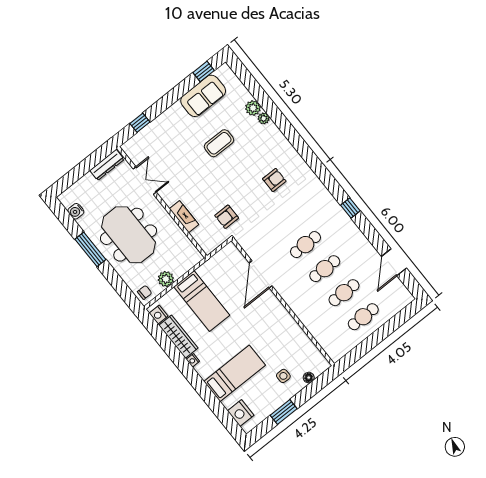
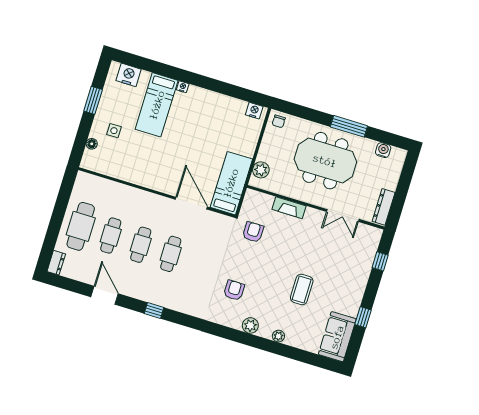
window: (204, 71) -> (363, 317), moved
sofa: (203, 96) -> (337, 337), moved
plant: (253, 108) -> (250, 325), moved
armchair: (274, 180) -> (234, 290), turned 180
door: (394, 262) -> (105, 295), moved
plant: (166, 279) -> (261, 170), moved
bed: (202, 301) -> (231, 183), moved, turned 90
dresser: (403, 301) -> (56, 263), added
cafe table: (363, 317) -> (81, 226), width x1.37, depth x1.35
wardrobe: (178, 337) -> (225, 103), removed
nightstand: (193, 360) -> (183, 87), moved

